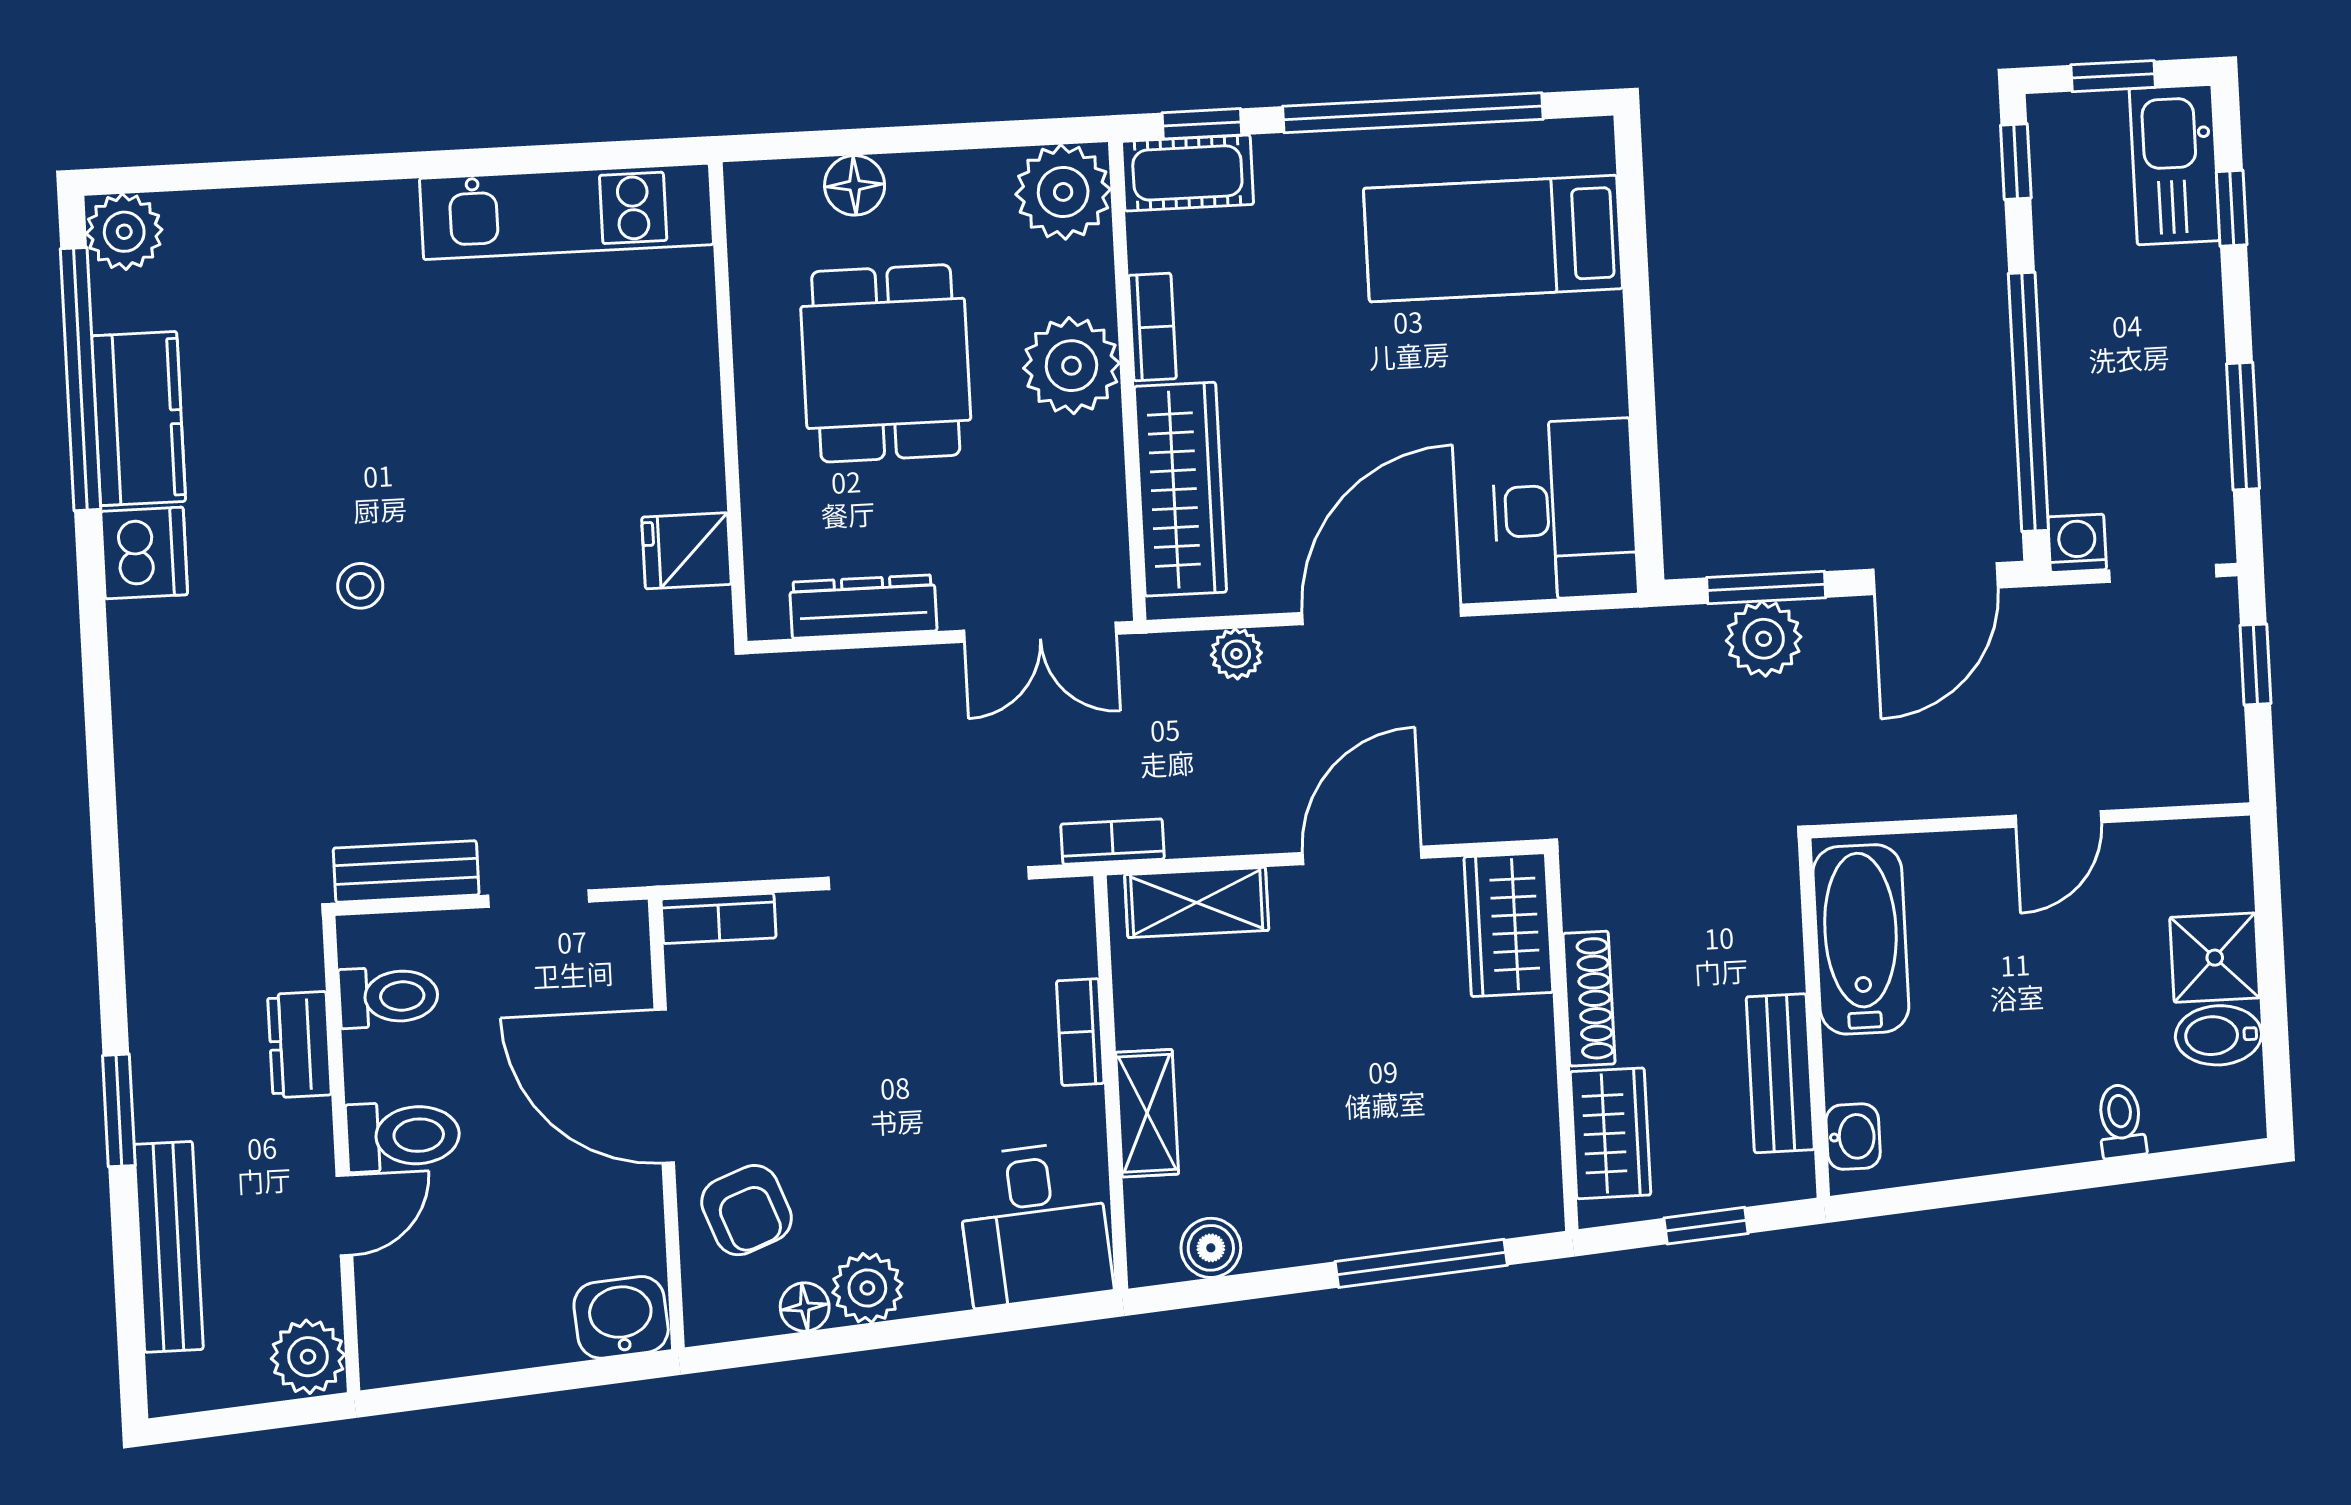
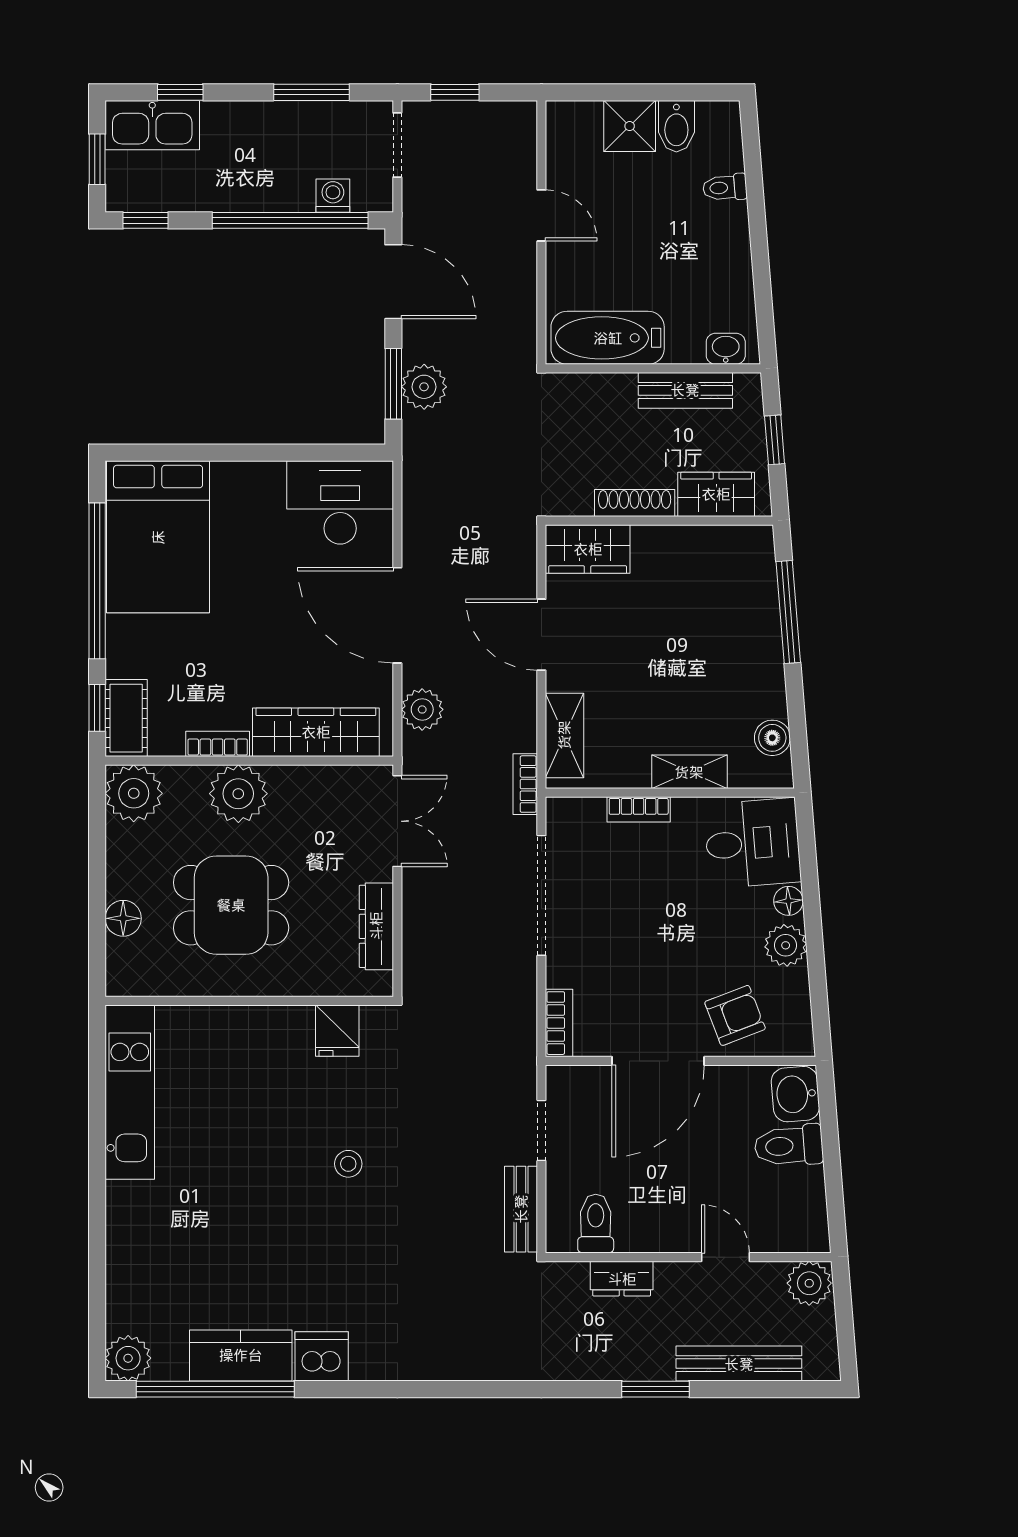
bed: (1493, 238) -> (158, 537), width x1.50
washing machine: (2077, 543) -> (333, 196), moved, turned 90
stool: (360, 586) -> (348, 1164), moved
plant: (1236, 654) -> (422, 709), width x1.38, depth x1.38
toilet: (403, 1136) -> (789, 1146), moved, turned -95
floor lamp: (805, 1307) -> (788, 901), moved

